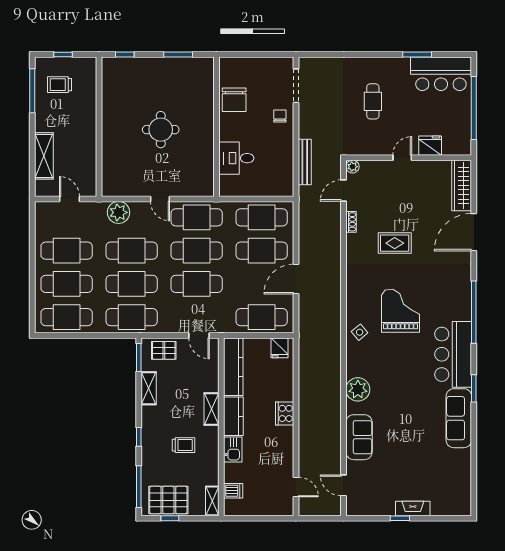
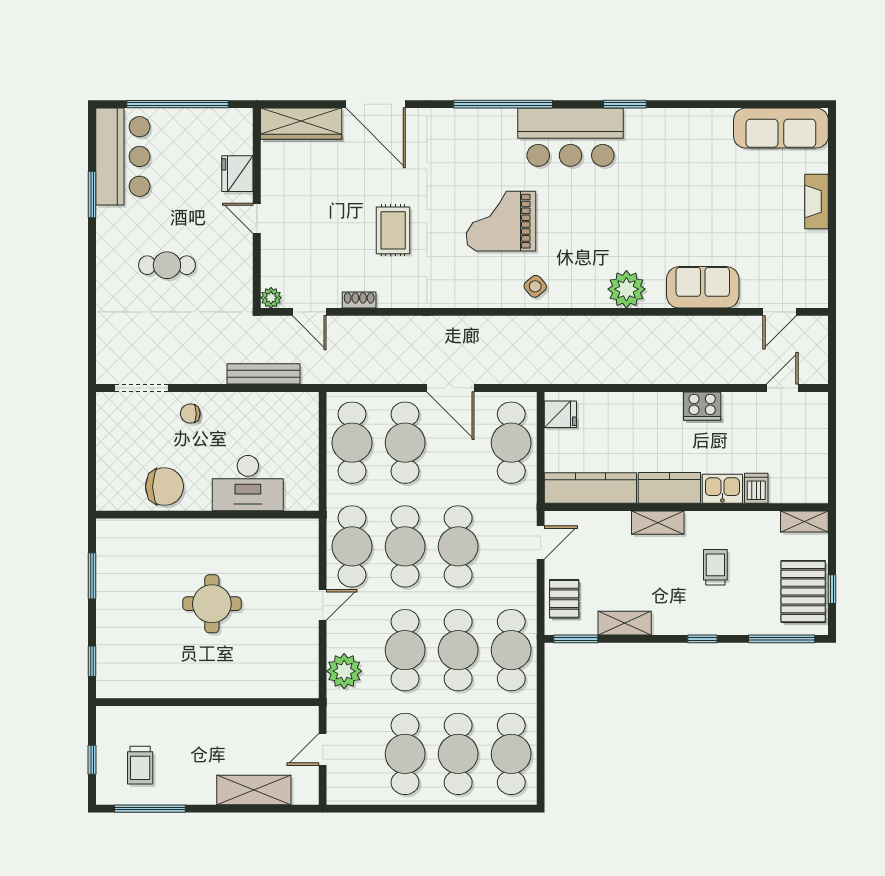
desk: (236, 158) -> (248, 483), width x1.37
cooker: (285, 413) -> (702, 406), moved
sofa: (459, 418) -> (781, 128), moved
dishwasher: (233, 491) -> (756, 488), moved
window: (400, 518) -> (832, 222), removed

